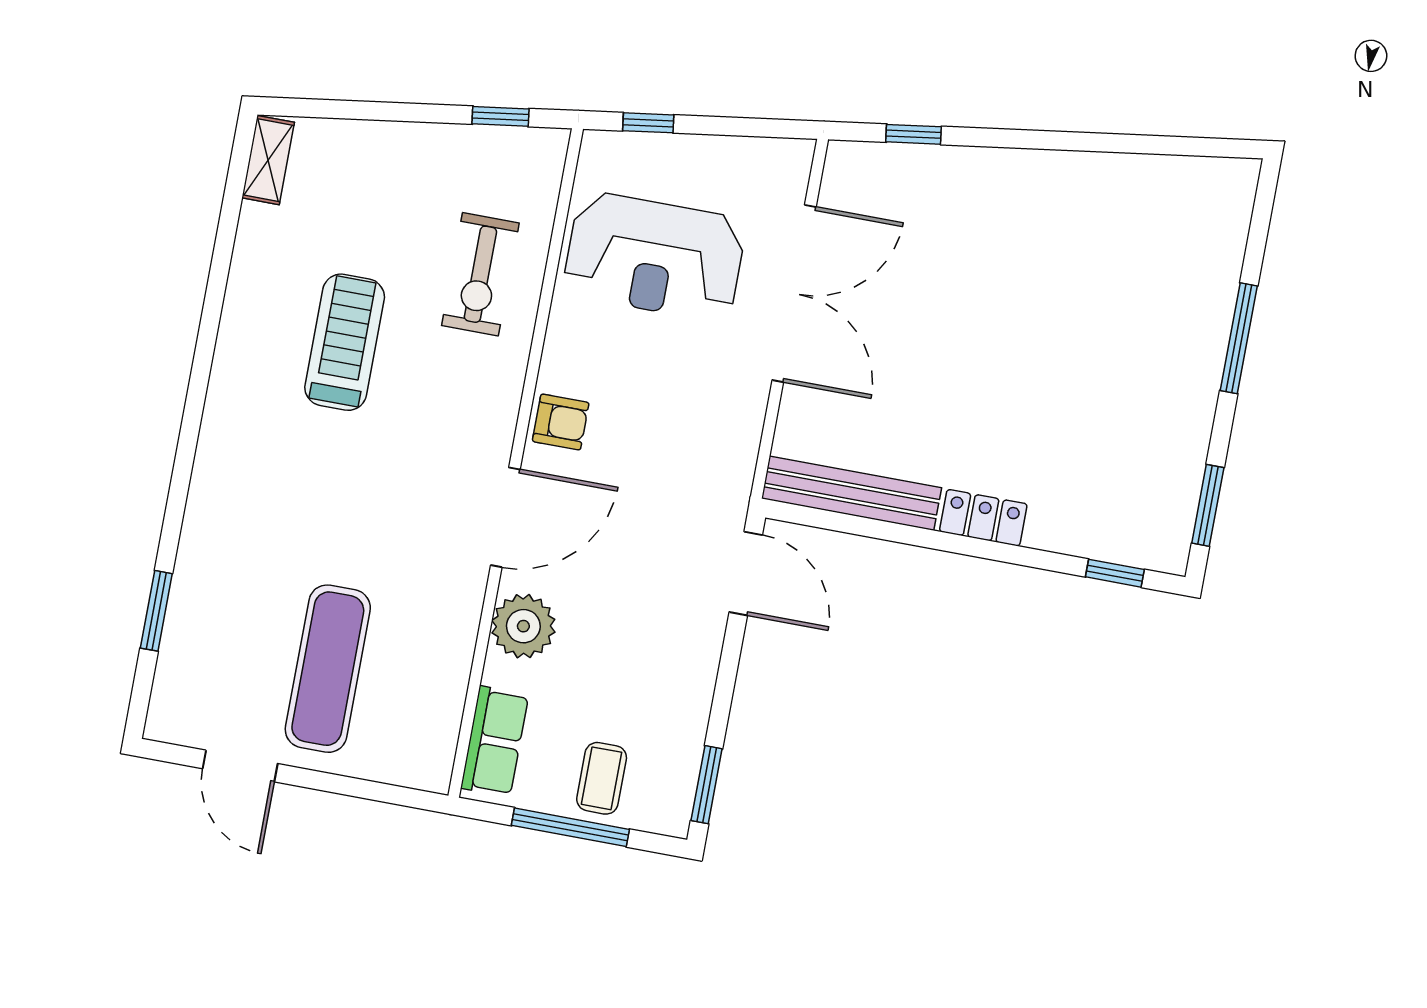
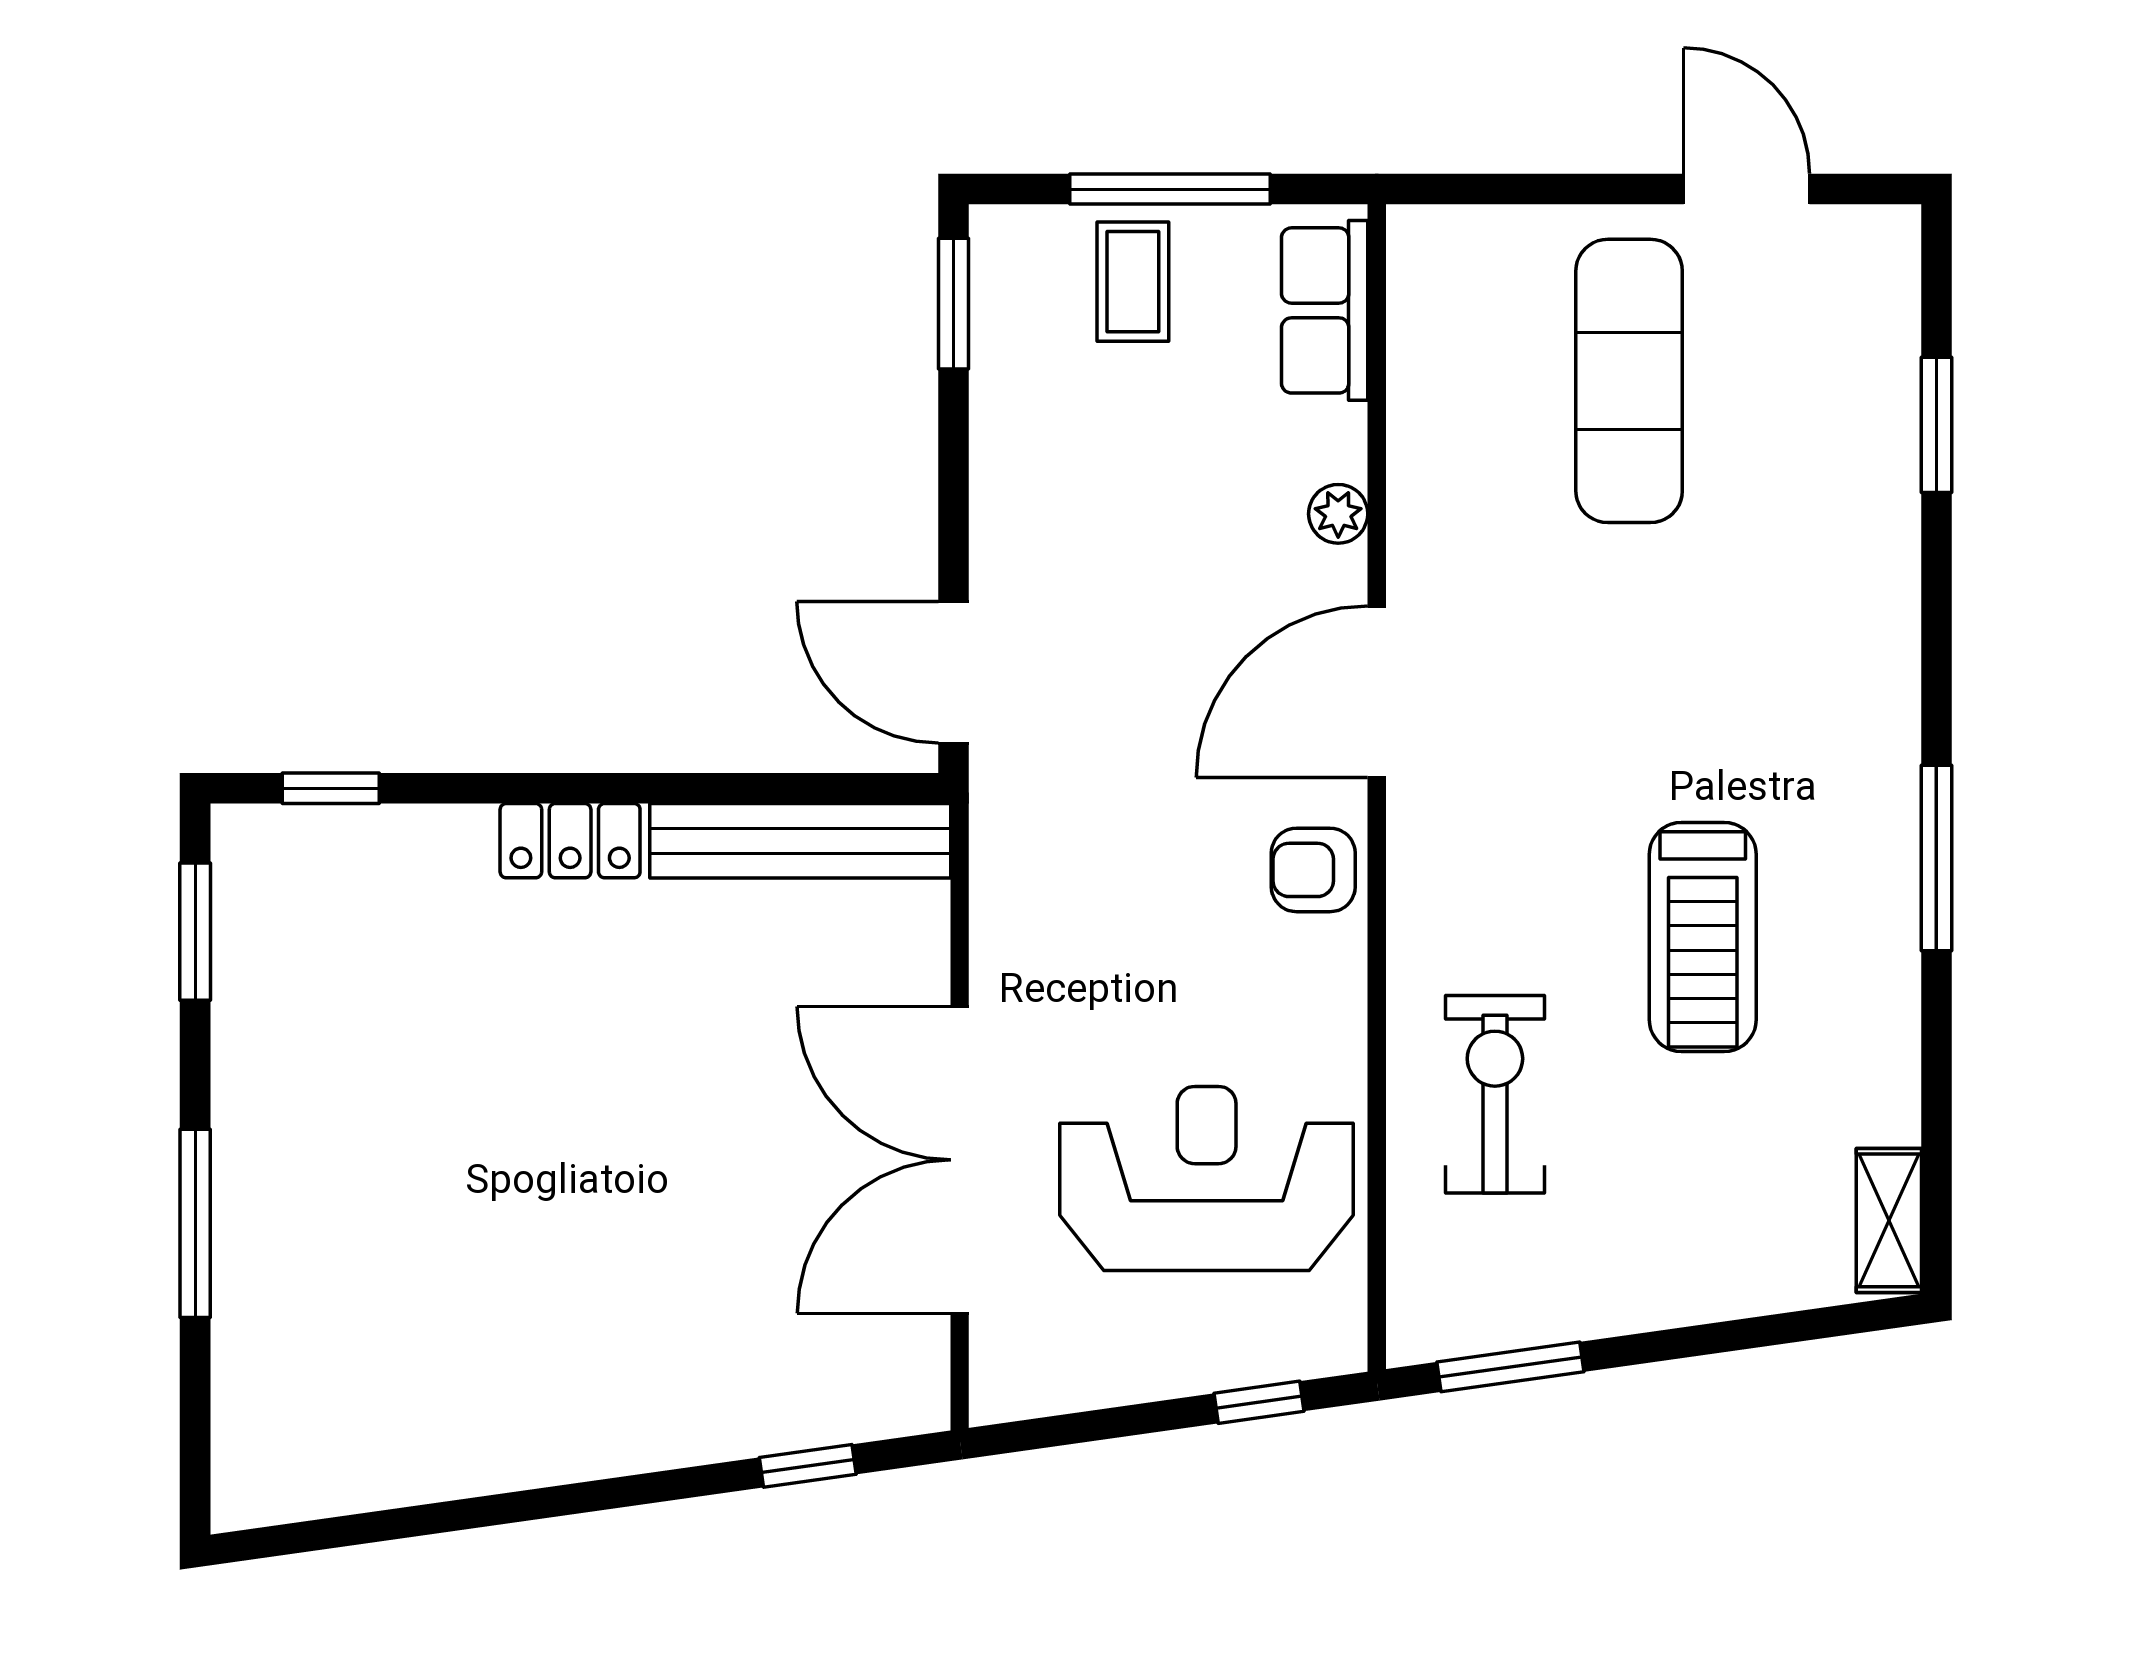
window: (500, 116) -> (1510, 1367), width x1.50
window: (202, 363) -> (1936, 858), added
plant: (523, 626) -> (1338, 514), width x0.53, depth x0.53

